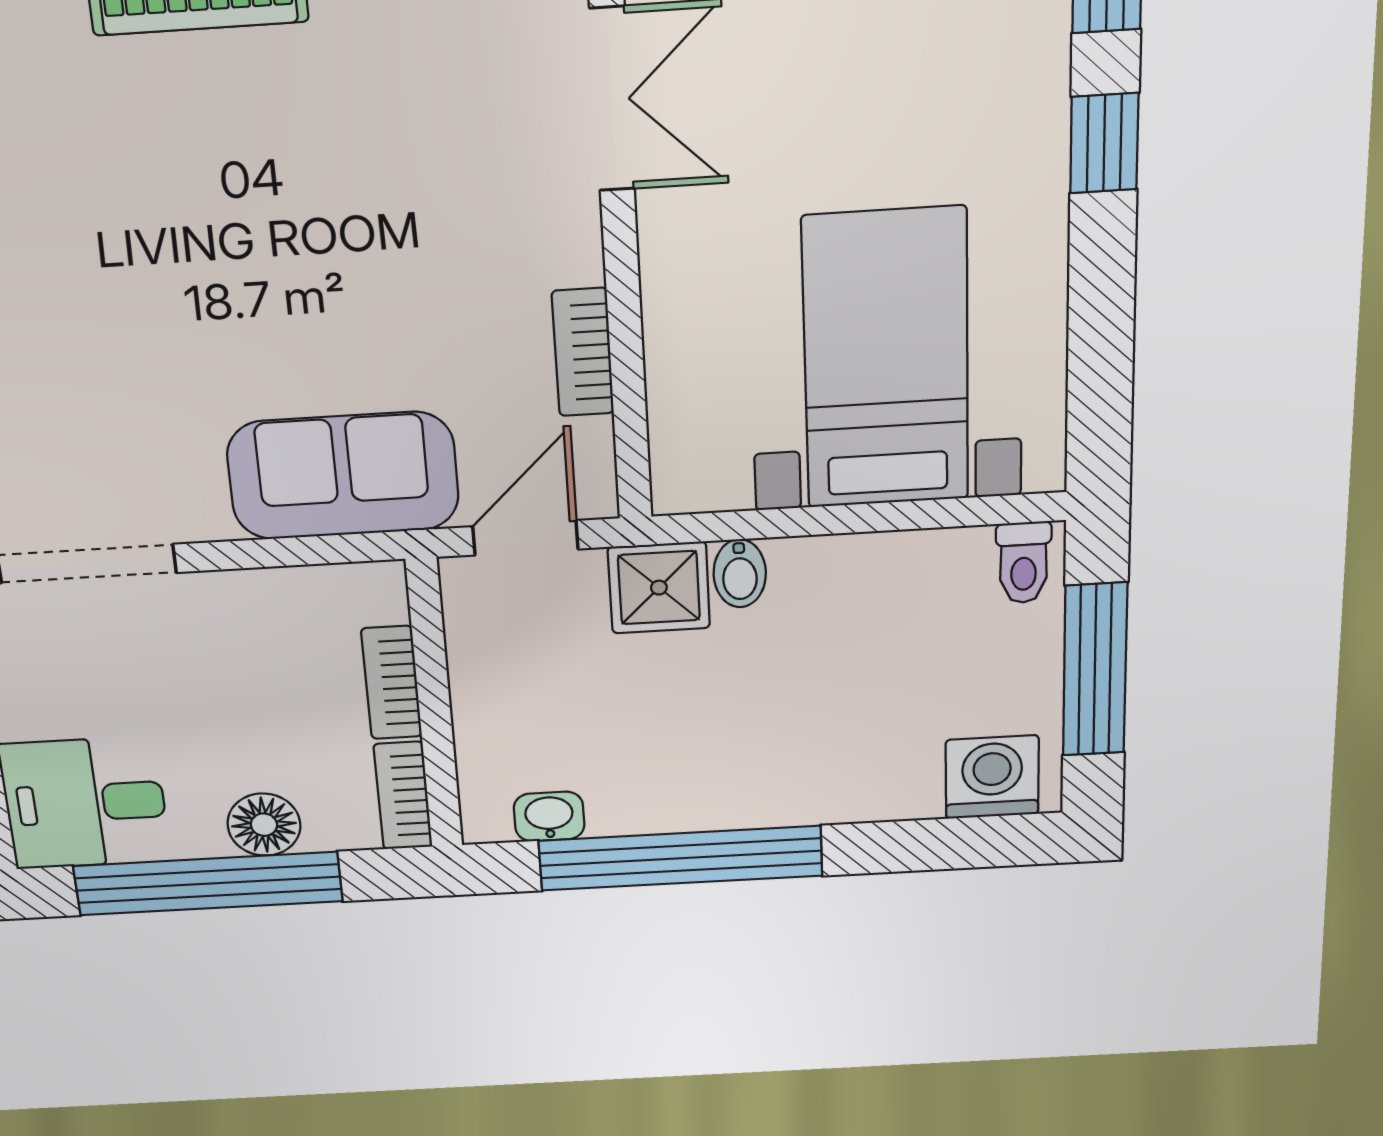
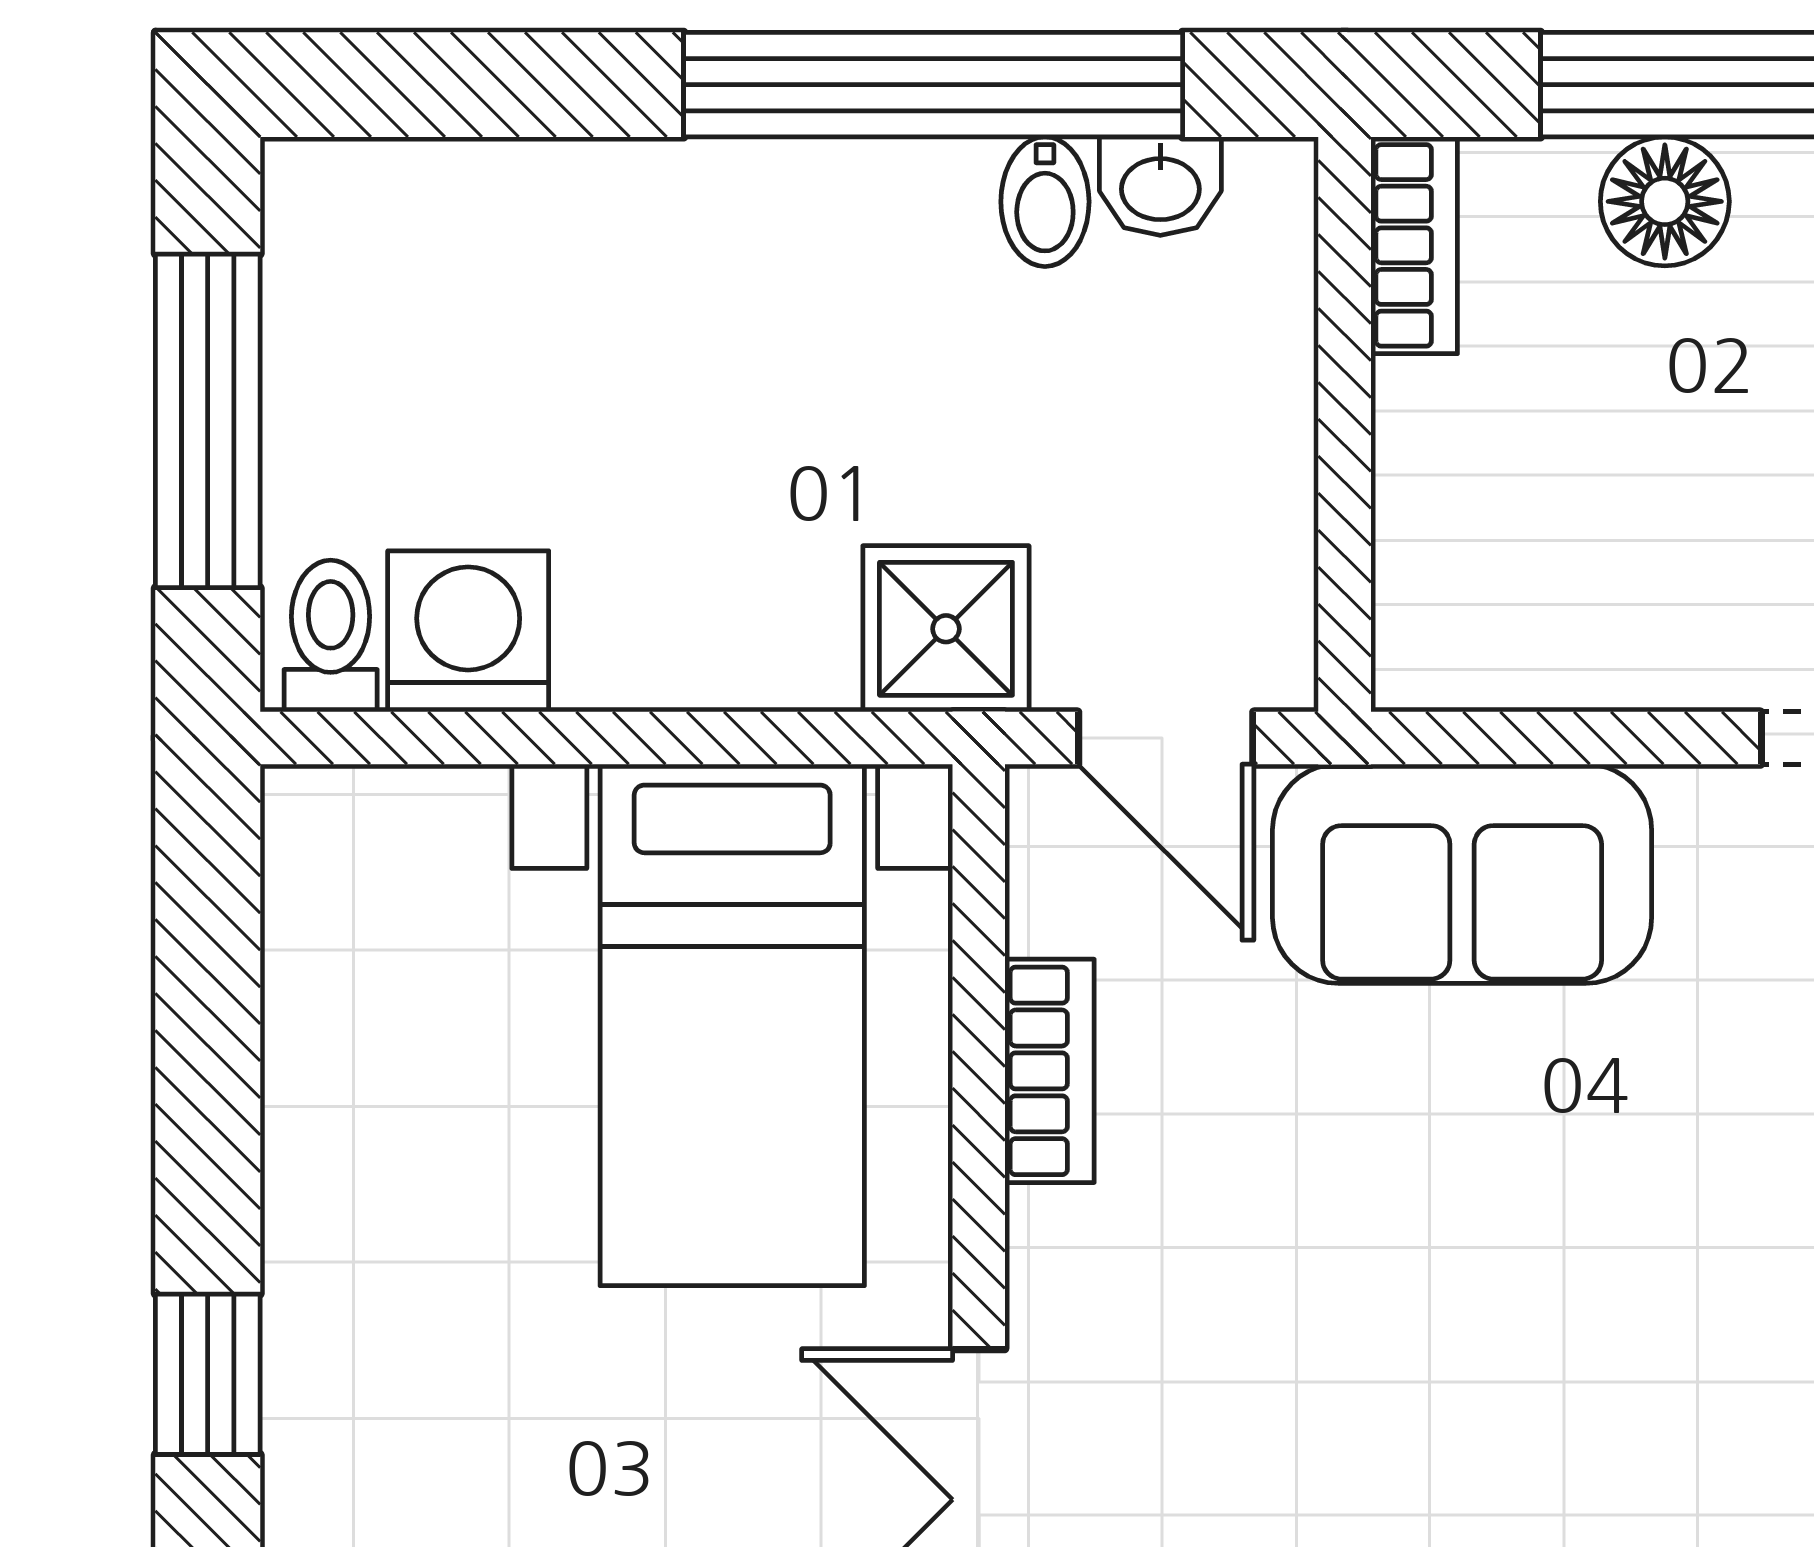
bed with nightstands: (886, 359) -> (732, 1025), moved
door: (525, 538) -> (1166, 738), hinge flipped
bidet: (740, 573) -> (1045, 202), moved, turned 180
bookcase: (392, 683) -> (1415, 474), removed
washing machine: (992, 777) -> (468, 631), moved, turned 180

